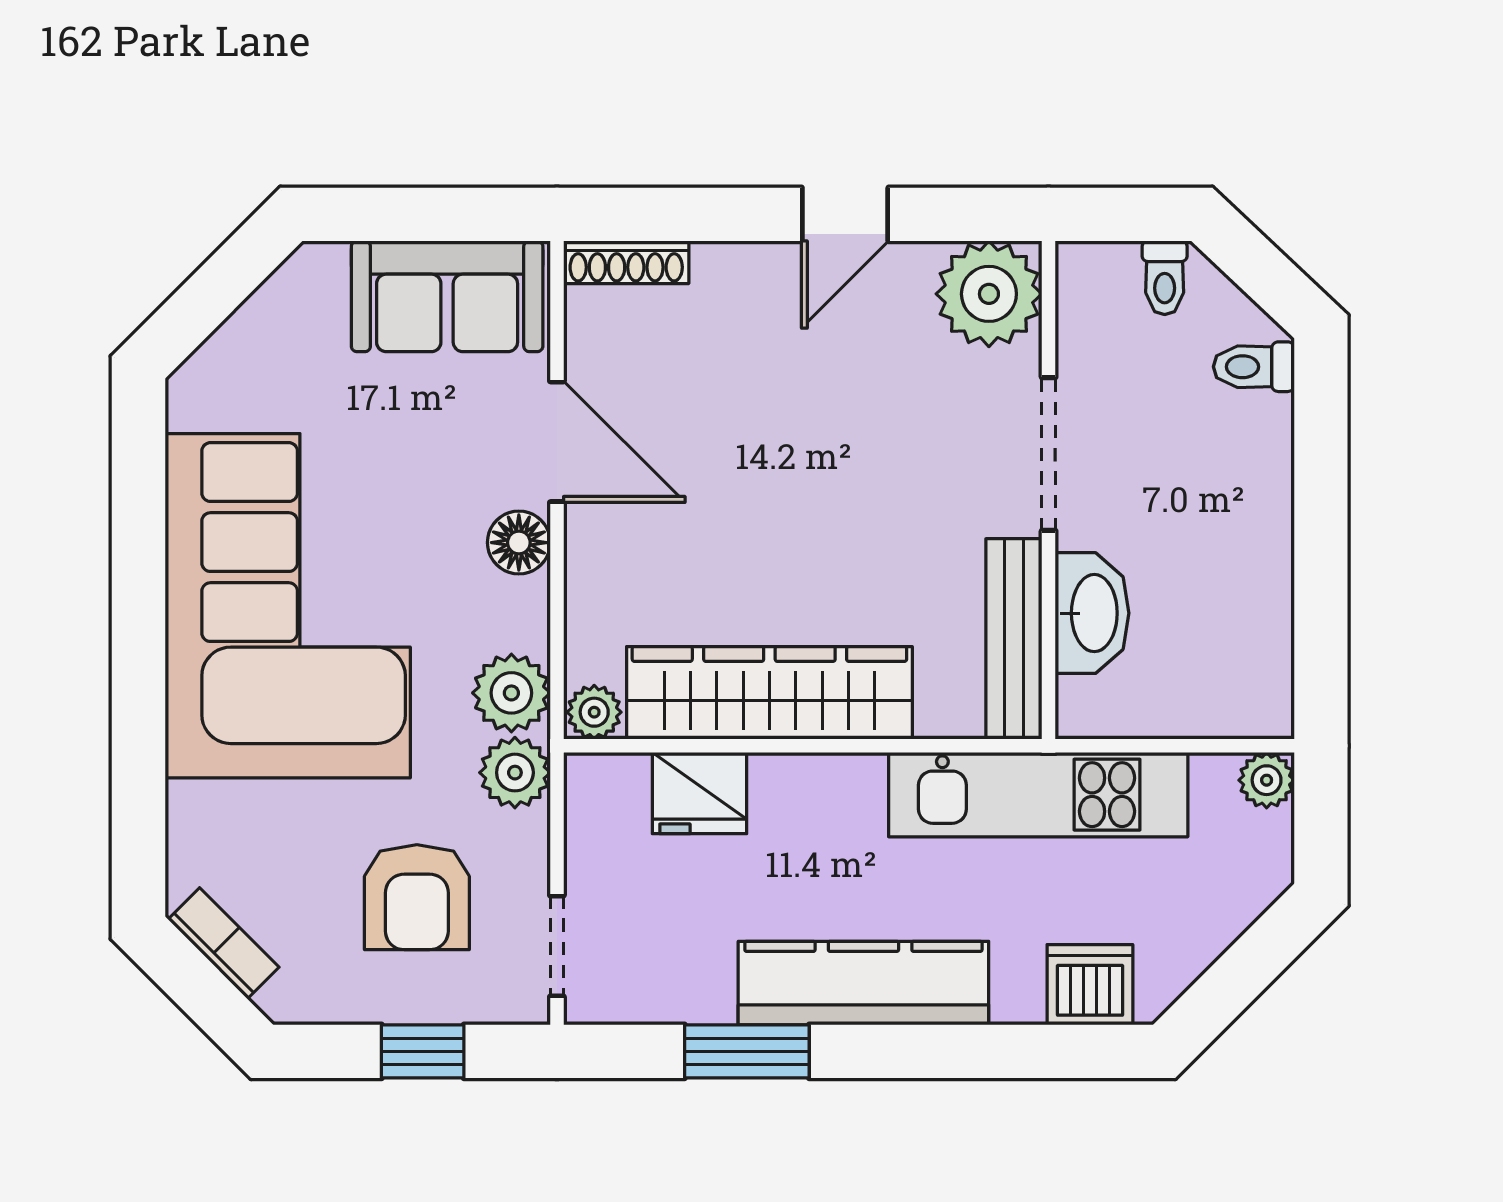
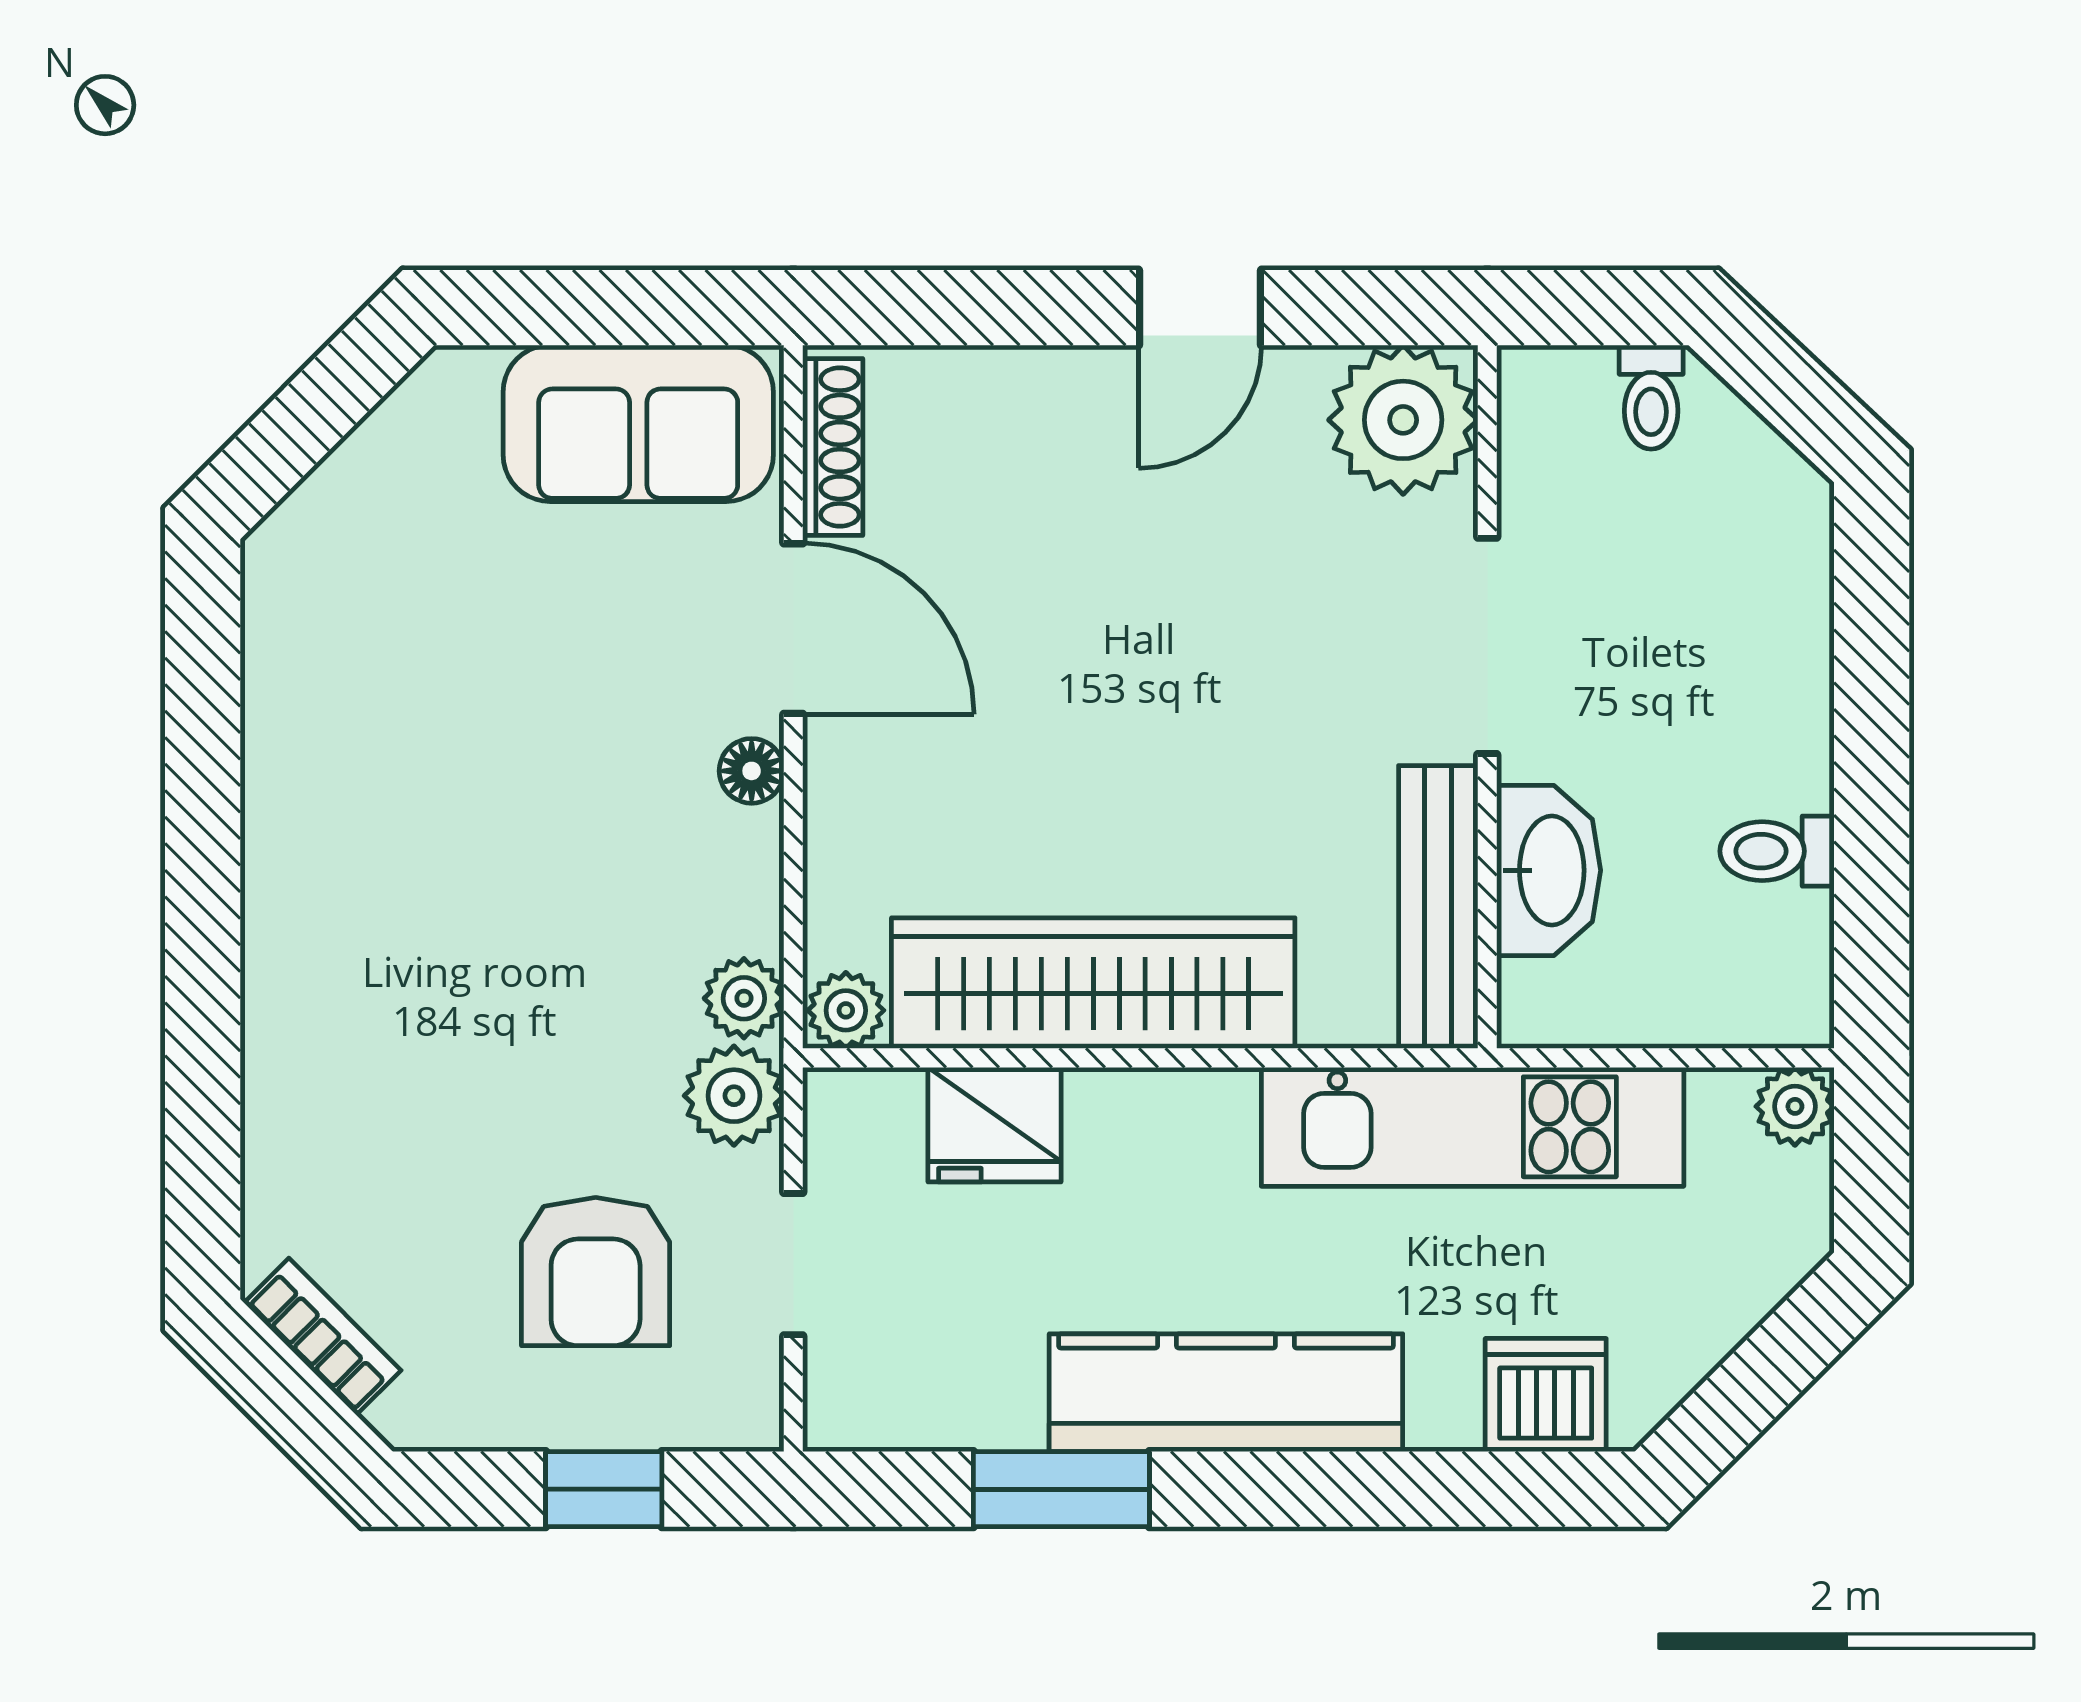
shoe rack: (626, 262) -> (833, 447), moved, turned -90
toilet: (1254, 367) -> (1777, 851), moved
floor lamp: (519, 543) -> (752, 771), width x0.73, depth x0.73
corner sofa: (288, 606) -> (413, 860), removed
plant: (511, 693) -> (744, 998), width x0.73, depth x0.73
doorway: (557, 946) -> (793, 1264), moved

